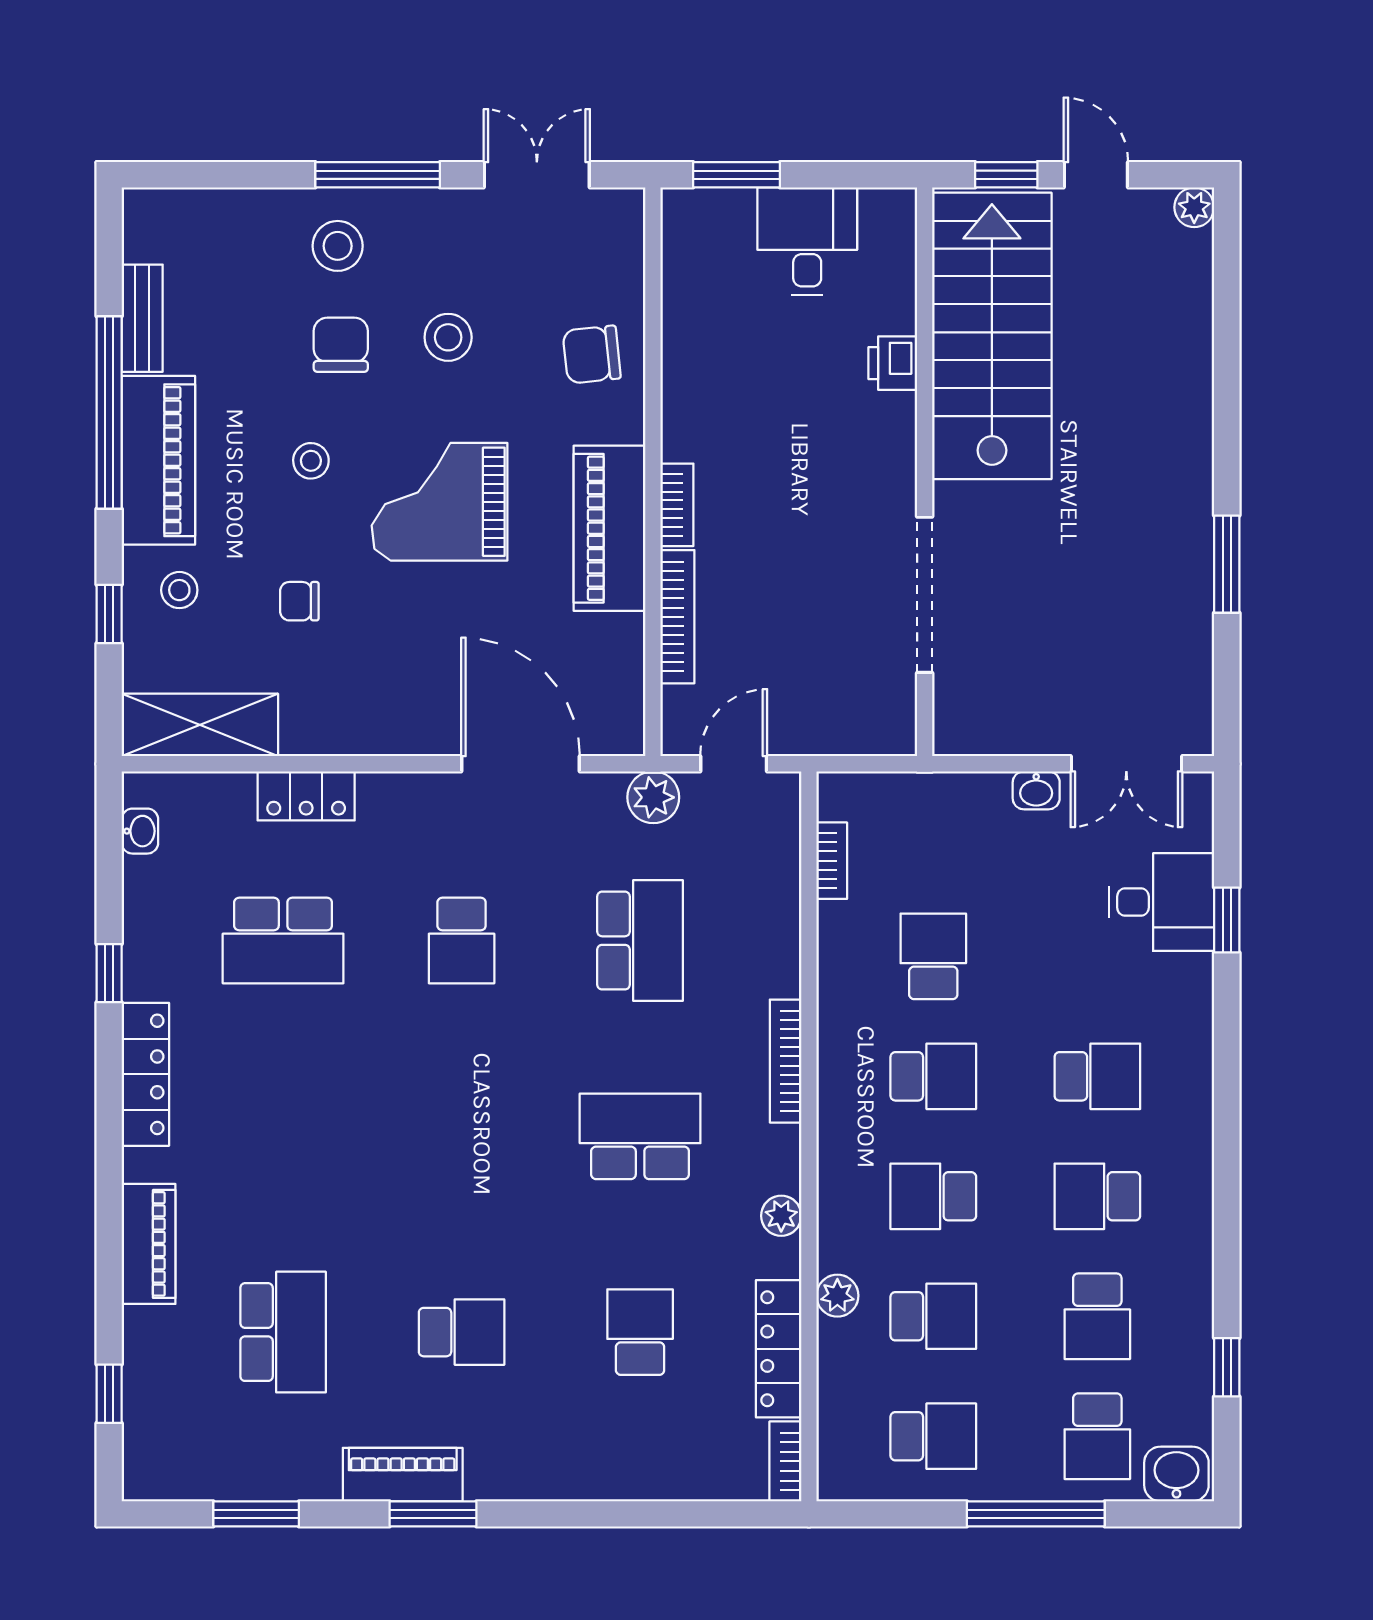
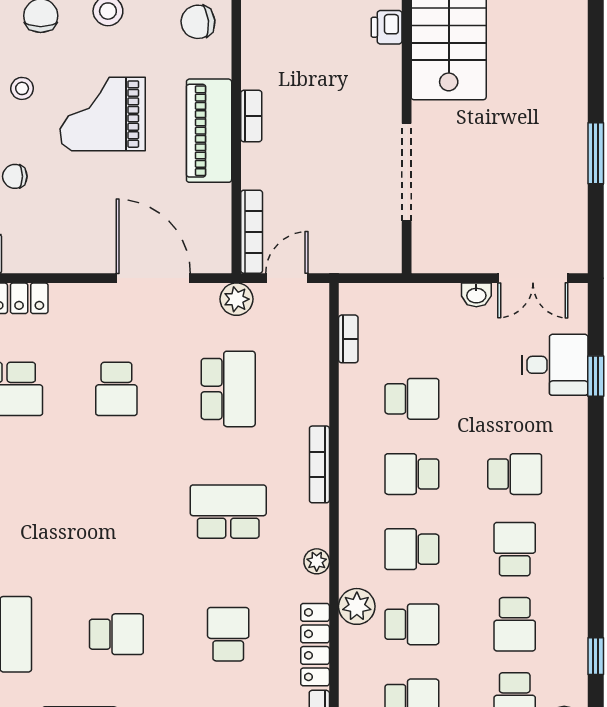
bookcase: (677, 617) -> (252, 232), moved
school desk: (933, 956) -> (412, 399), turned 90
school desk: (933, 1076) -> (412, 474), turned 180
school desk: (1097, 1196) -> (515, 549), turned 90
plant: (837, 1296) -> (357, 606), width x1.38, depth x1.38

